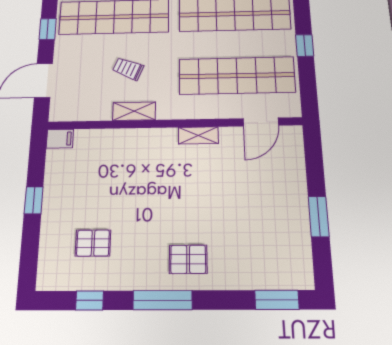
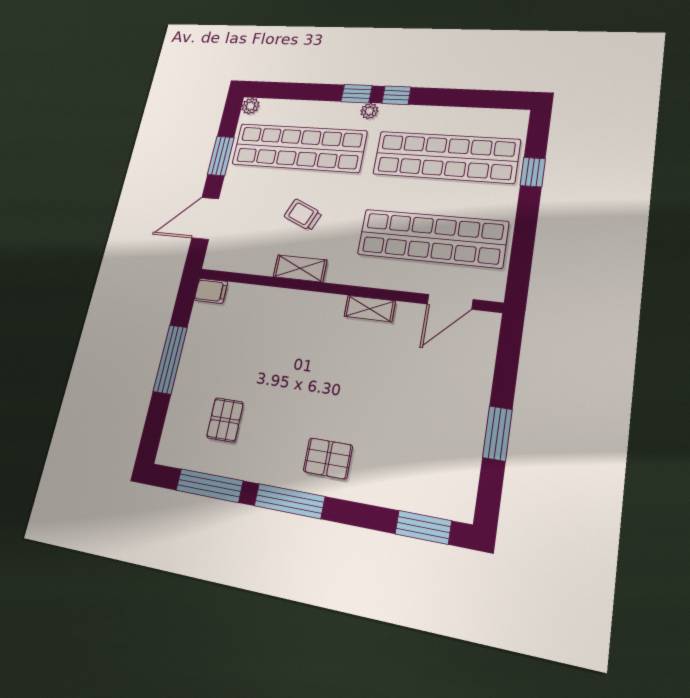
window: (48, 29) -> (221, 156), width x1.50
window: (305, 45) -> (533, 172), moved
window: (34, 200) -> (170, 359), width x2.17
pallet: (93, 243) -> (225, 420), turned 90
window: (90, 300) -> (209, 486), width x2.17

